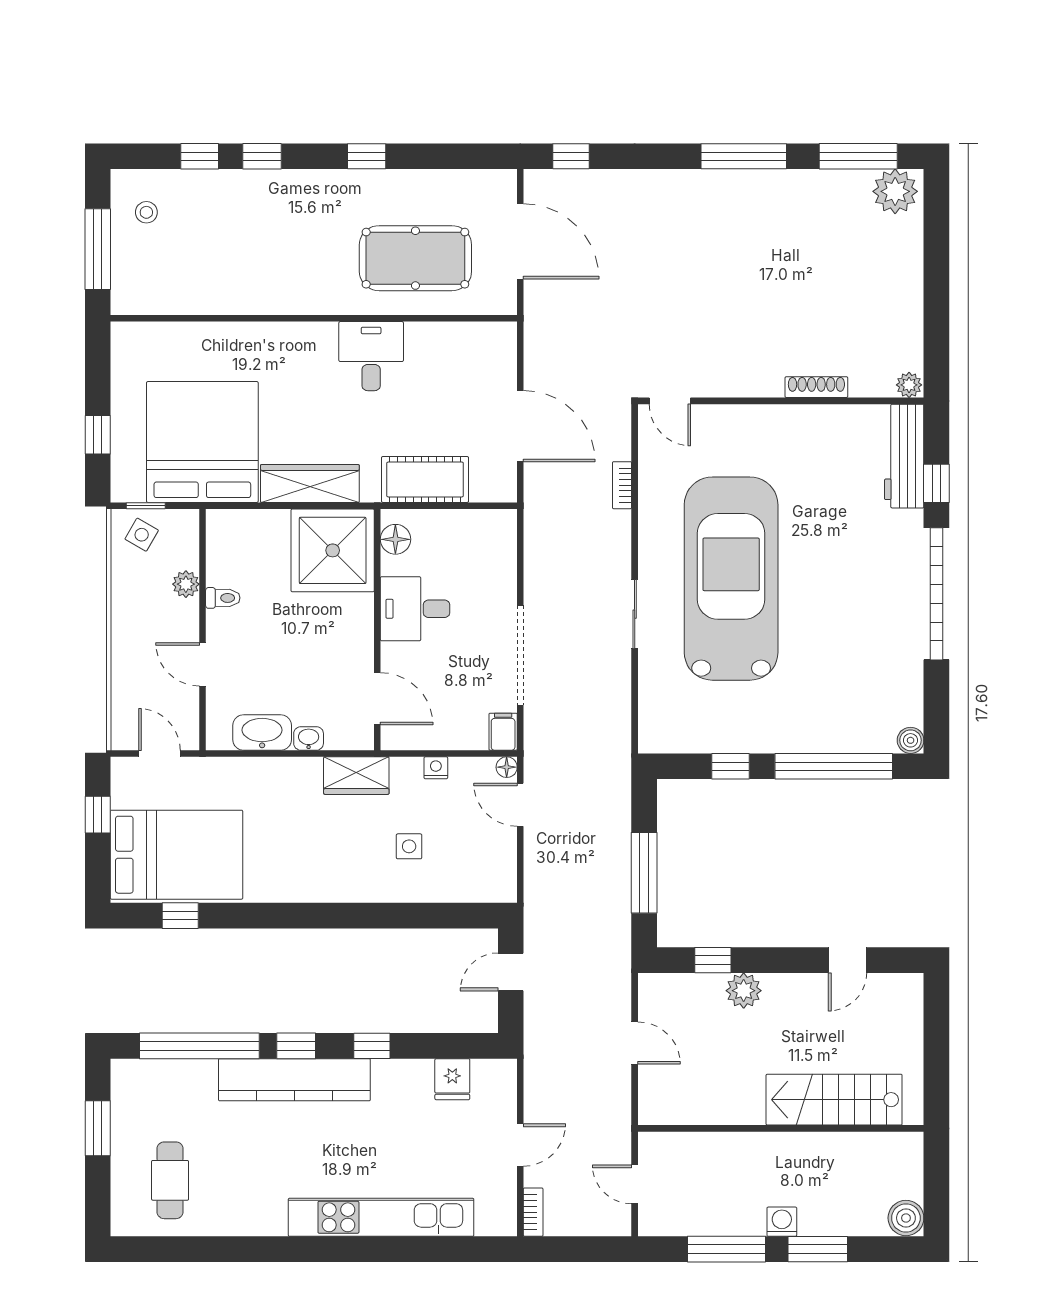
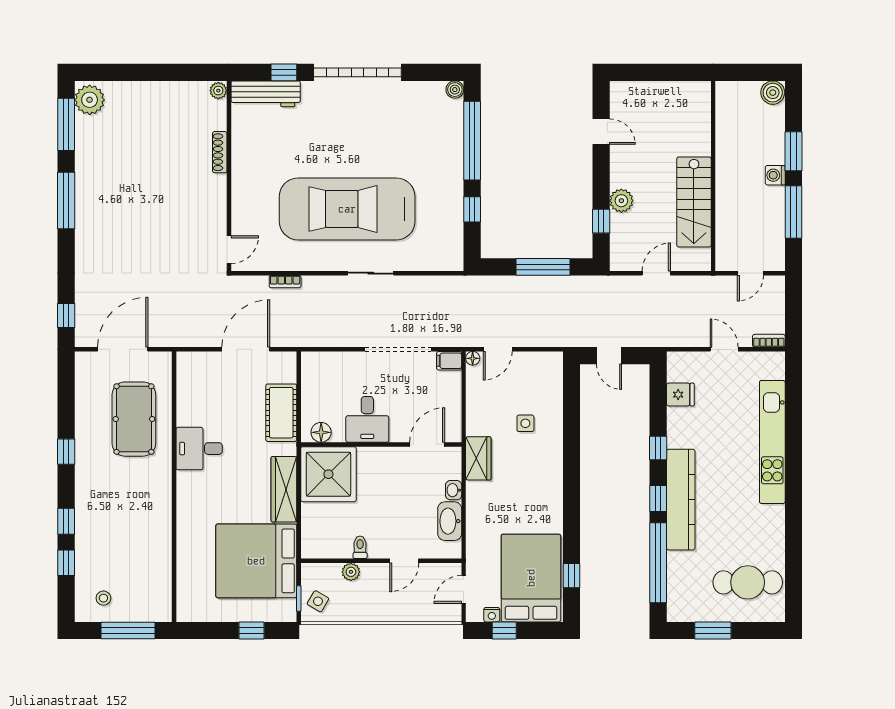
nightstand: (436, 768) -> (492, 615), moved, turned -90
stairs: (834, 1100) -> (694, 202), moved
cafe table: (170, 1180) -> (748, 582), width x1.37, depth x1.35

